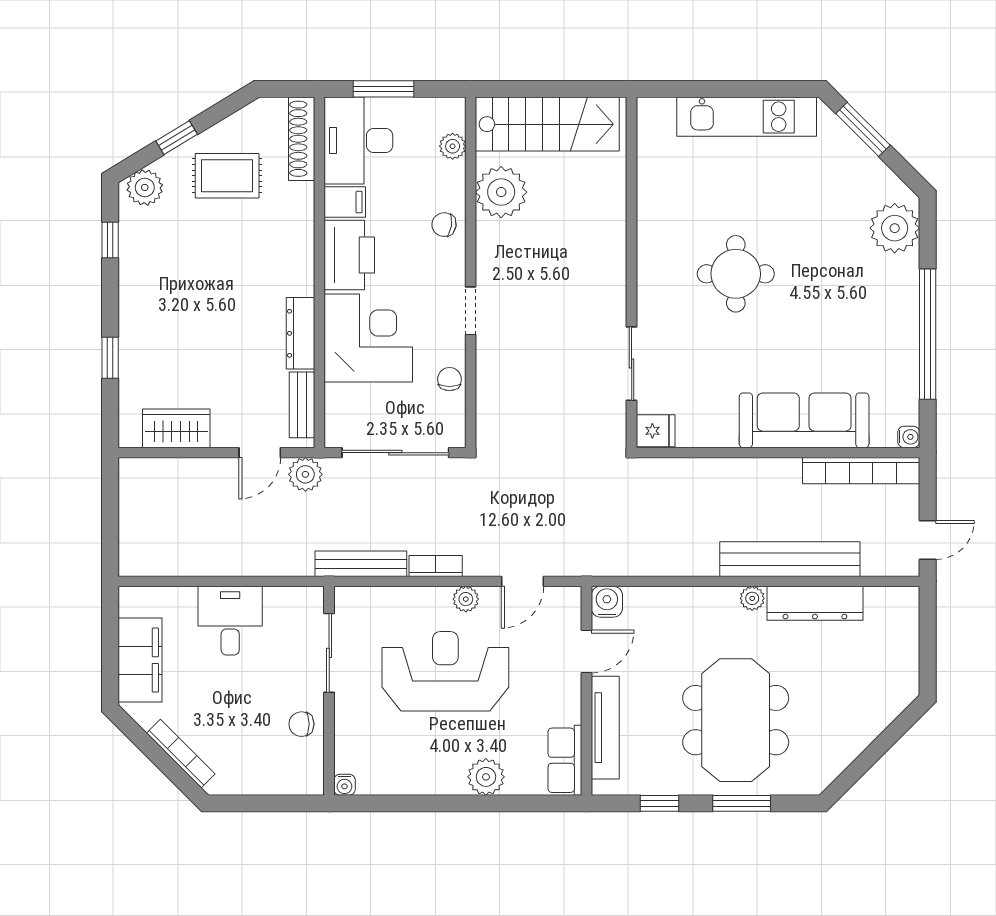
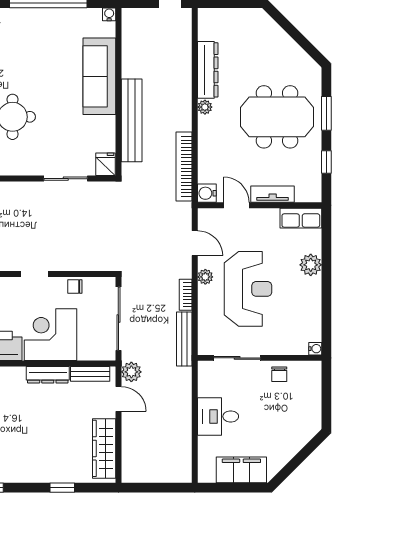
wardrobe: (176, 428) -> (104, 448), width x1.50
bookcase: (861, 471) -> (184, 166), moved, turned 180
bench: (790, 559) -> (132, 120), moved
reception desk: (445, 671) -> (248, 289), turned 180
tv unit: (605, 728) -> (273, 194), width x0.71
bookcase: (181, 754) -> (297, 446), removed

